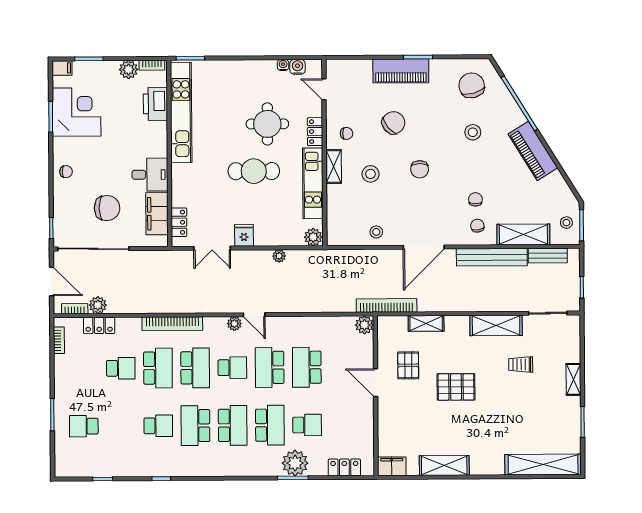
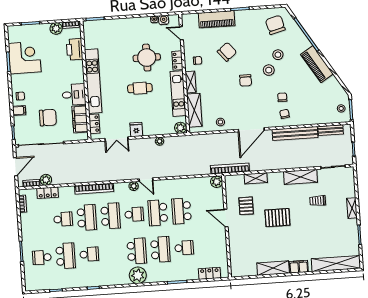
filing cabinet: (62, 68) -> (19, 111), moved
piano: (401, 71) -> (217, 19), moved
kitchen unit: (181, 113) -> (93, 81), moved
cafe table: (254, 171) -> (140, 88), width x0.73, depth x0.74
stool: (371, 174) -> (269, 70), moved
shelving: (523, 234) -> (194, 110), moved, turned 90
door: (52, 281) -> (16, 167), hinge flipped
school desk: (195, 426) -> (66, 256), moved, turned 180
plant: (295, 463) -> (138, 275), moved
filing cabinet: (392, 466) -> (299, 267), moved

